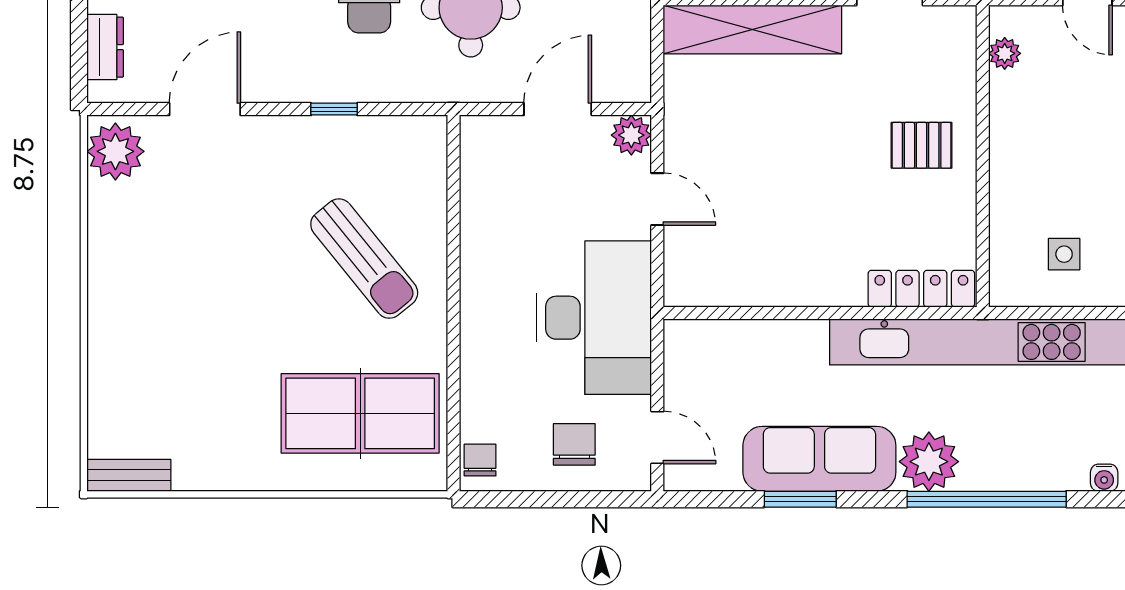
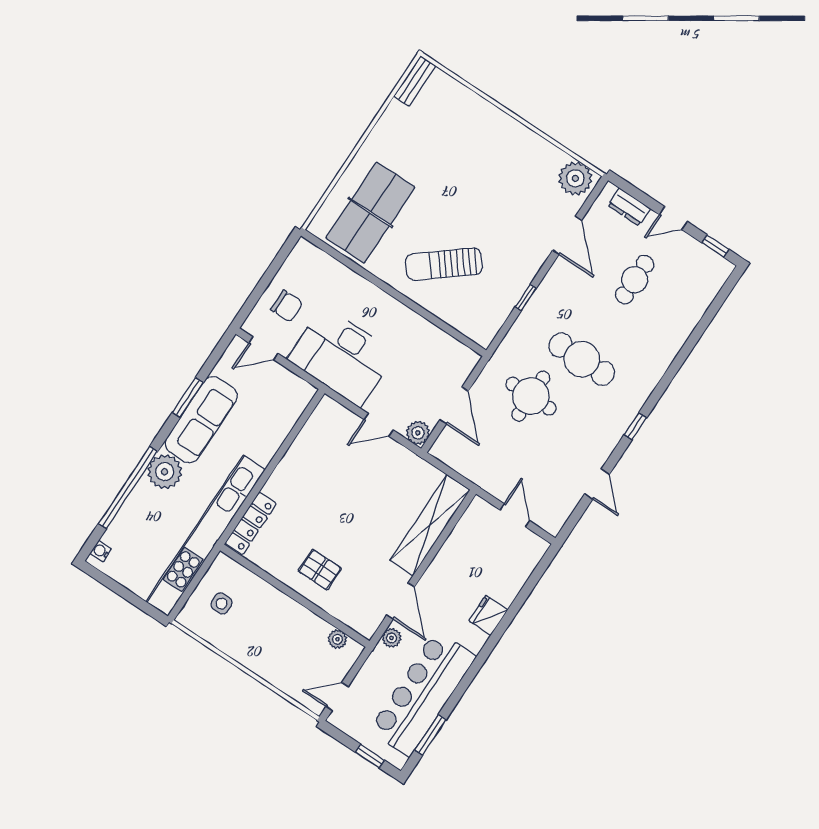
pallet: (922, 145) -> (320, 570), turned 90
chair: (480, 460) -> (309, 255), removed

